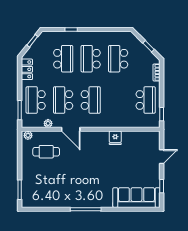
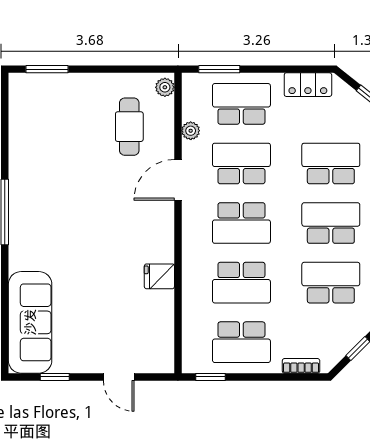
school desk: (63, 59) -> (331, 163), turned 180
school desk: (118, 100) -> (241, 283), added

